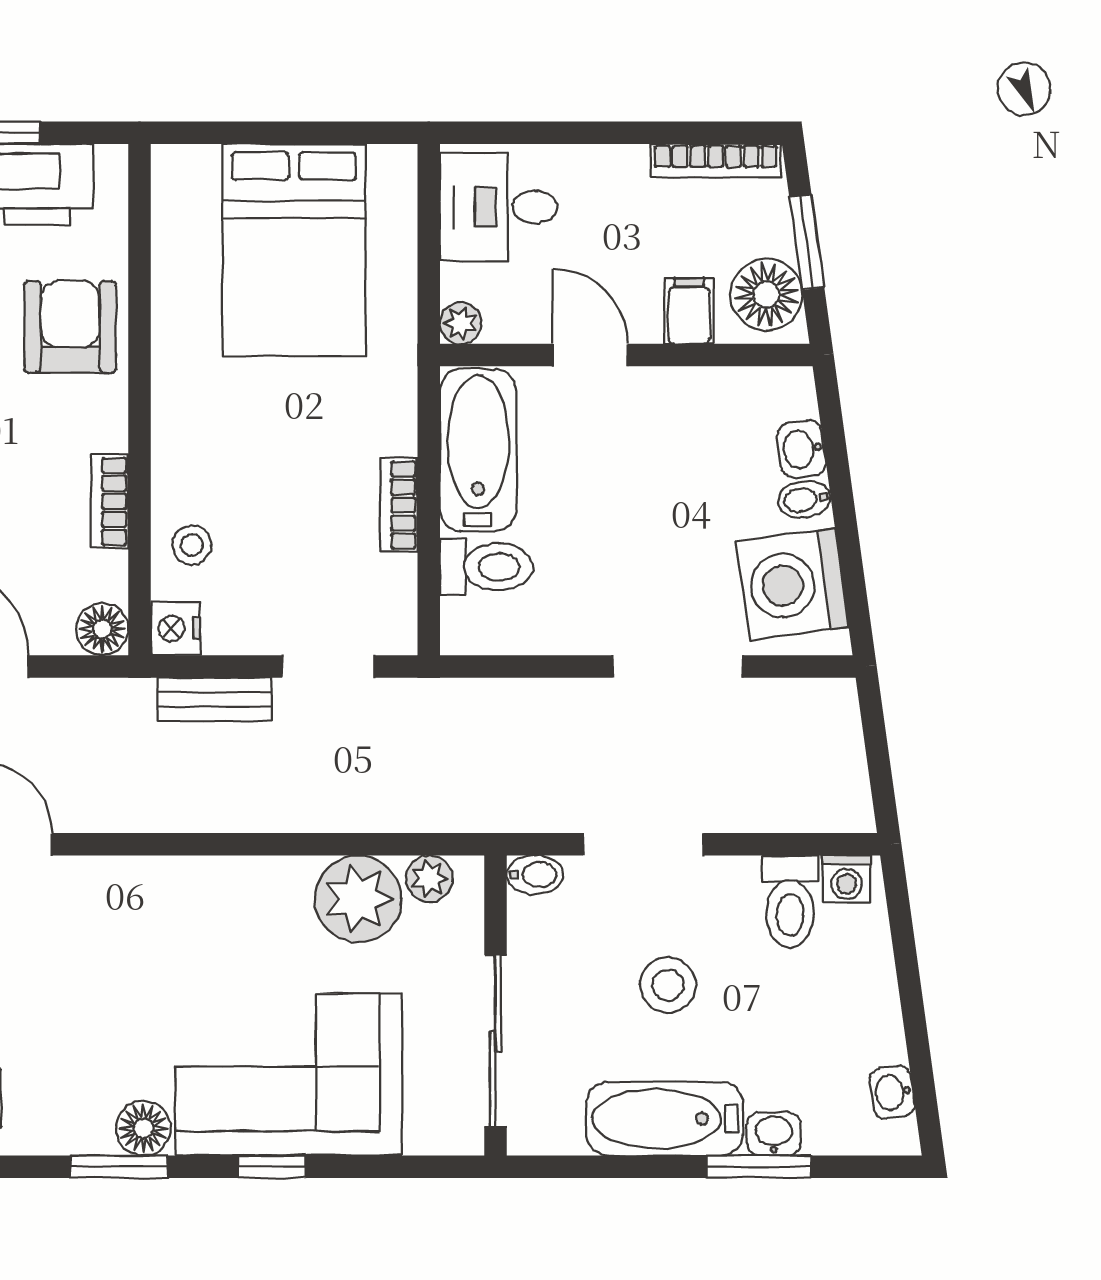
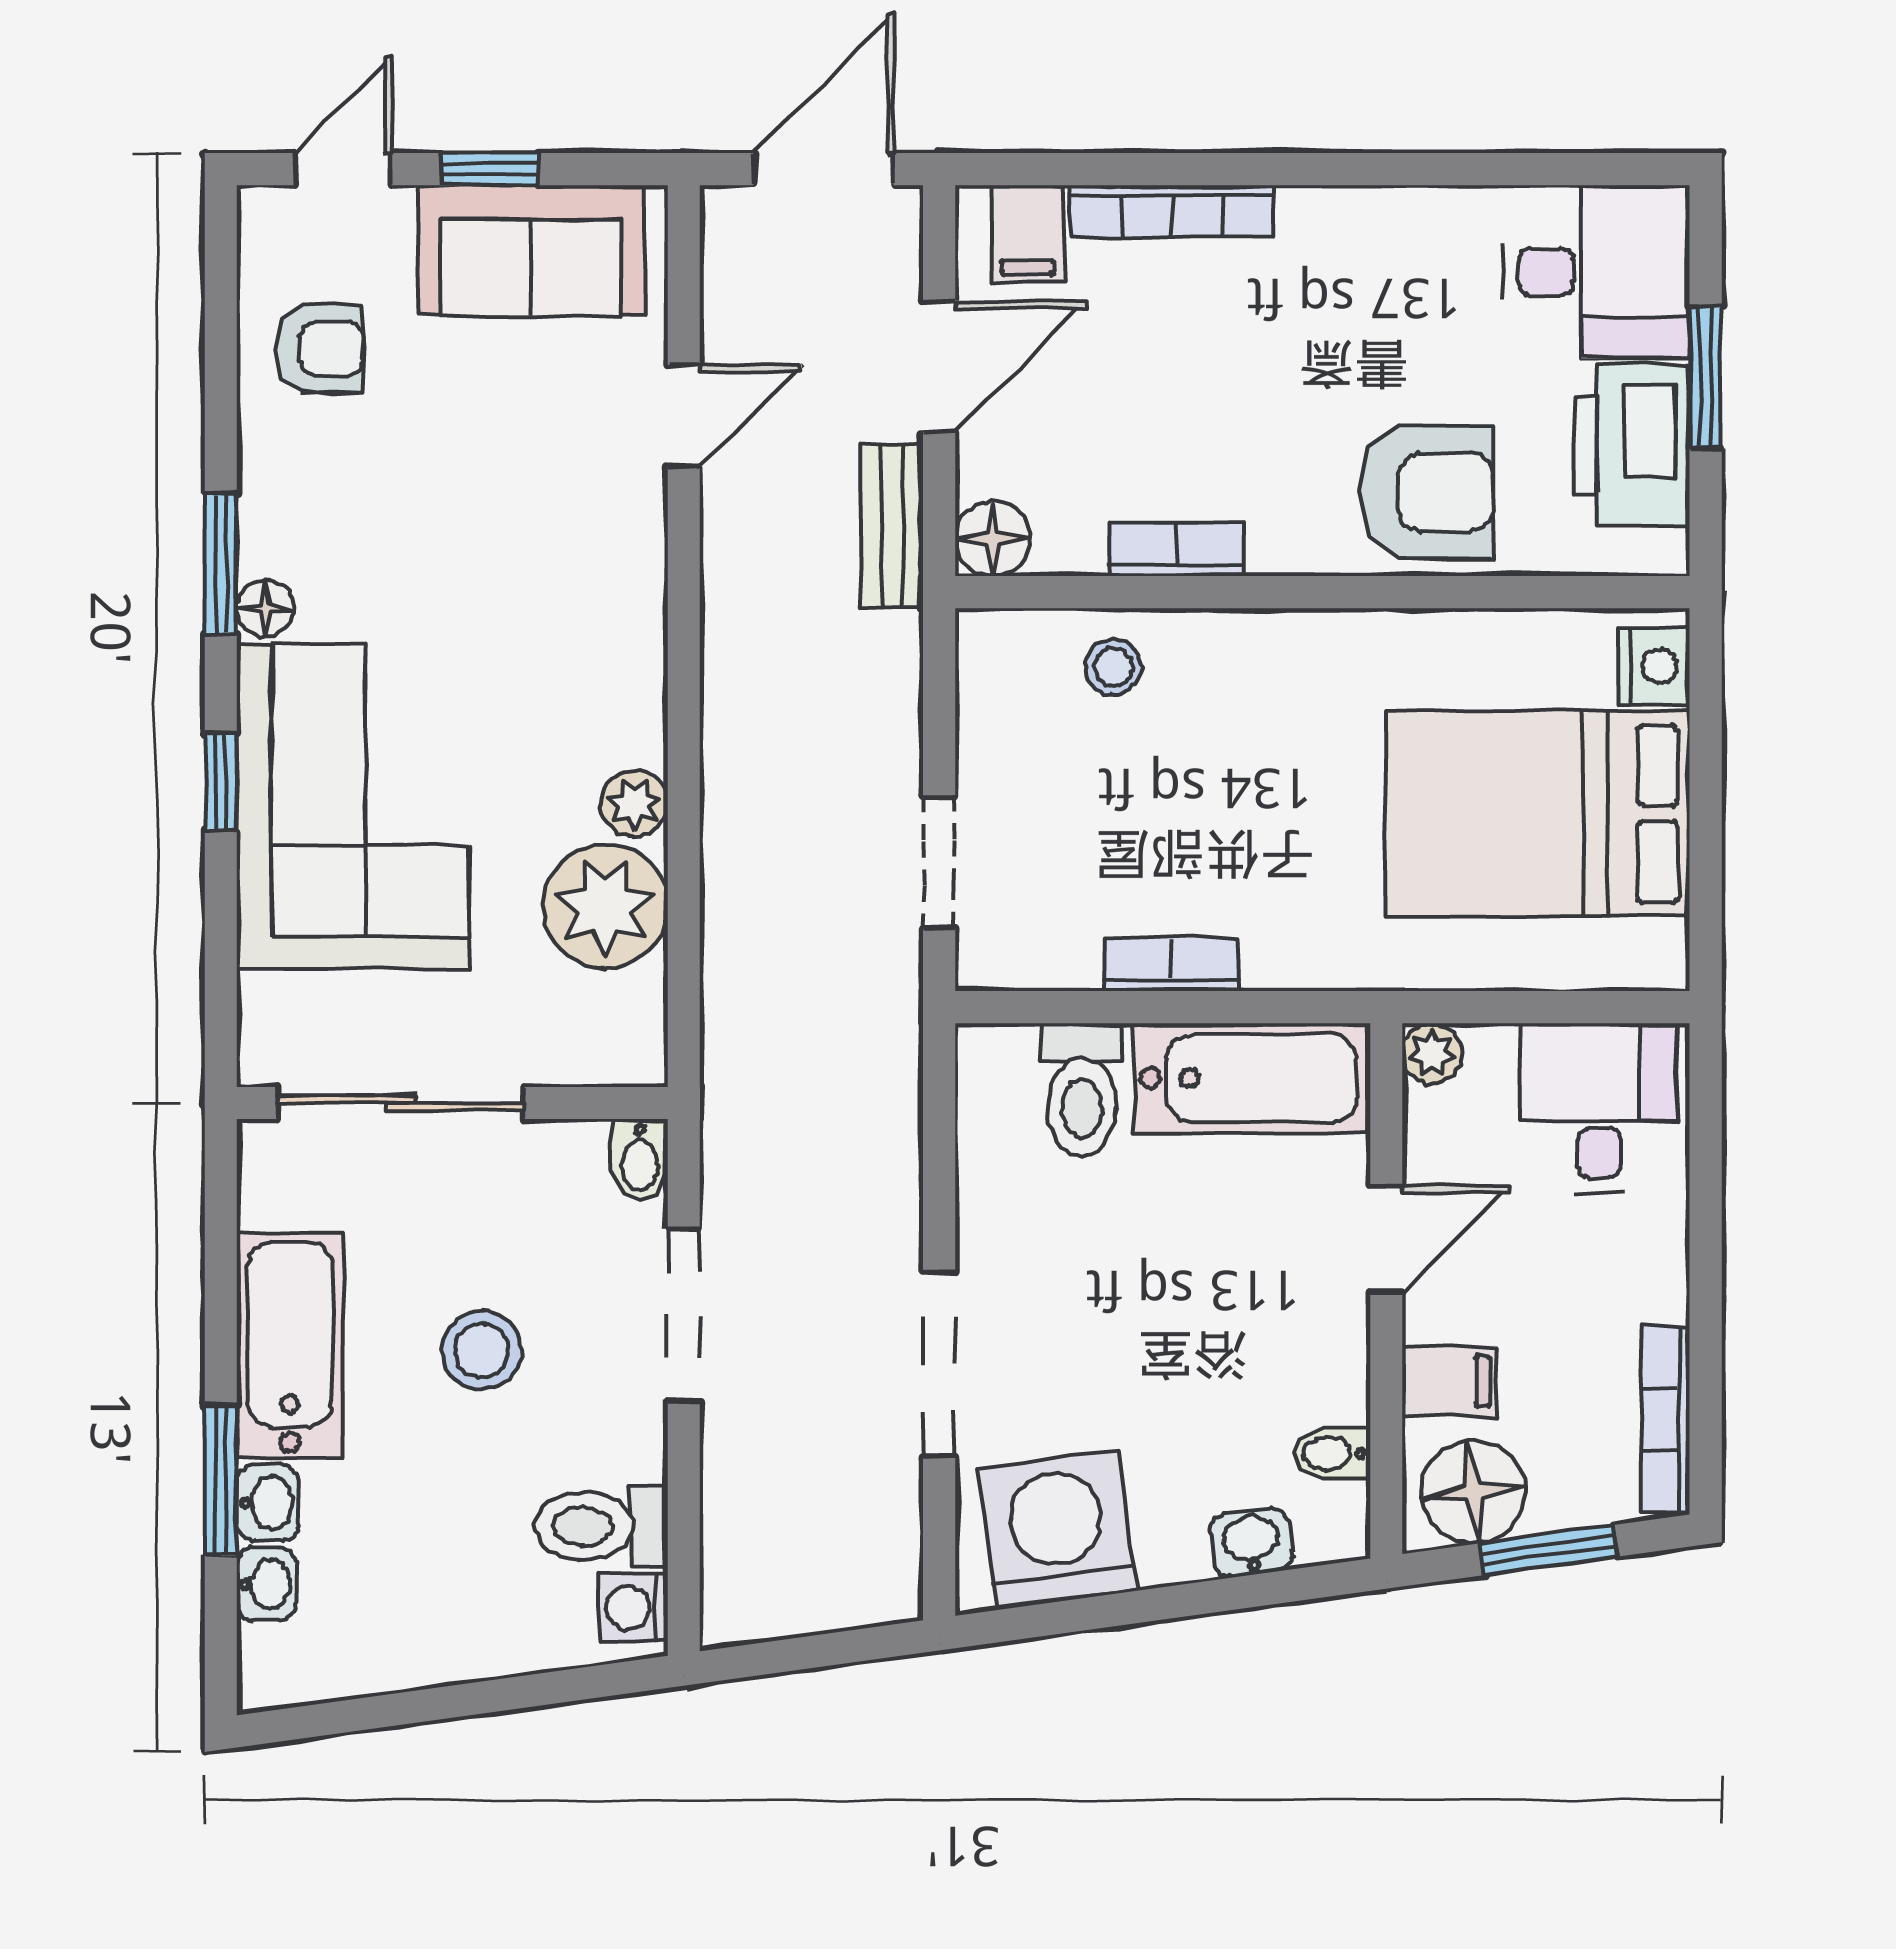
bidet: (804, 499) -> (1332, 1454), moved, turned -82
nightstand: (175, 628) -> (1654, 666), moved, turned 90
bench: (215, 699) -> (892, 526), moved
plant: (429, 879) -> (634, 804), moved
washbasin: (892, 1092) -> (266, 1584), moved, turned 98
floor lamp: (143, 1128) -> (265, 608), width x0.73, depth x0.73

